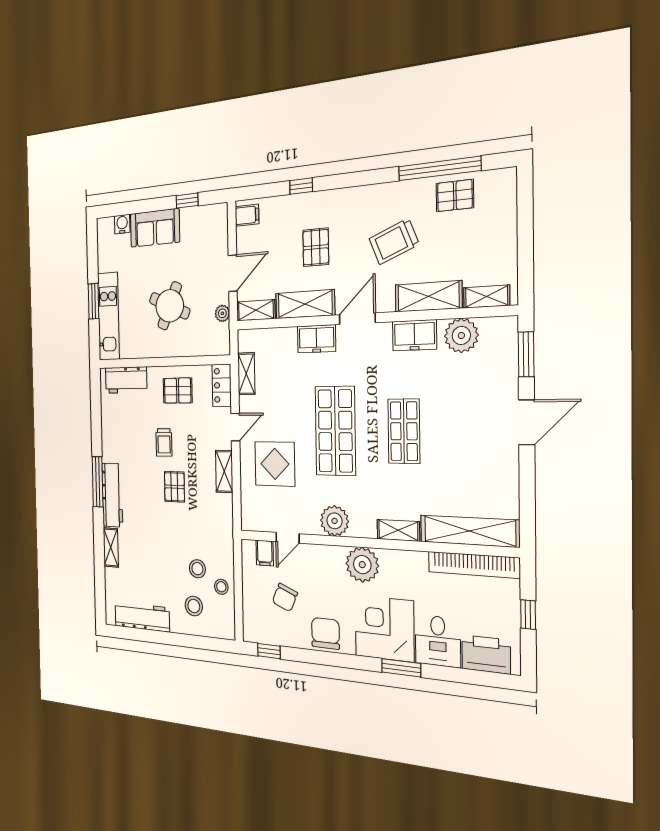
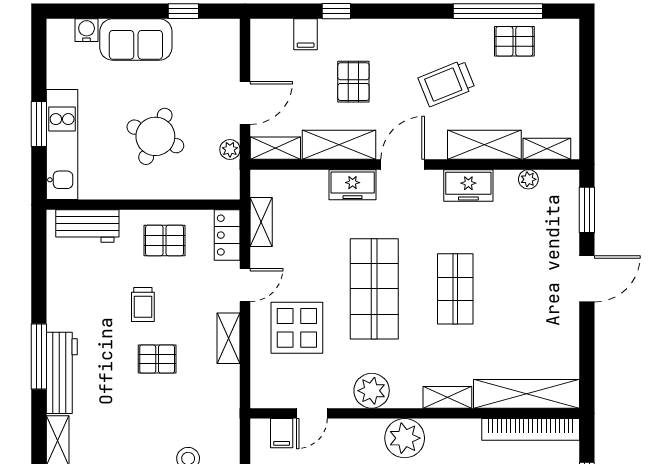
filing cabinet: (247, 215) -> (306, 34), moved, turned 90
plant: (461, 335) -> (528, 179), width x0.53, depth x0.53
pallet: (174, 487) -> (157, 359), turned 90

